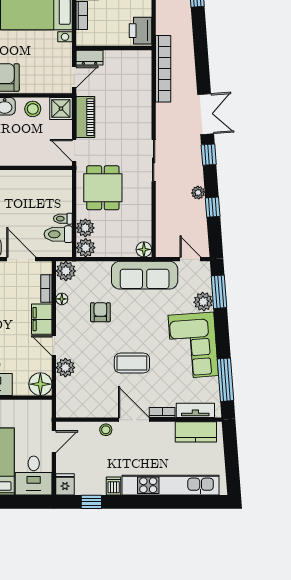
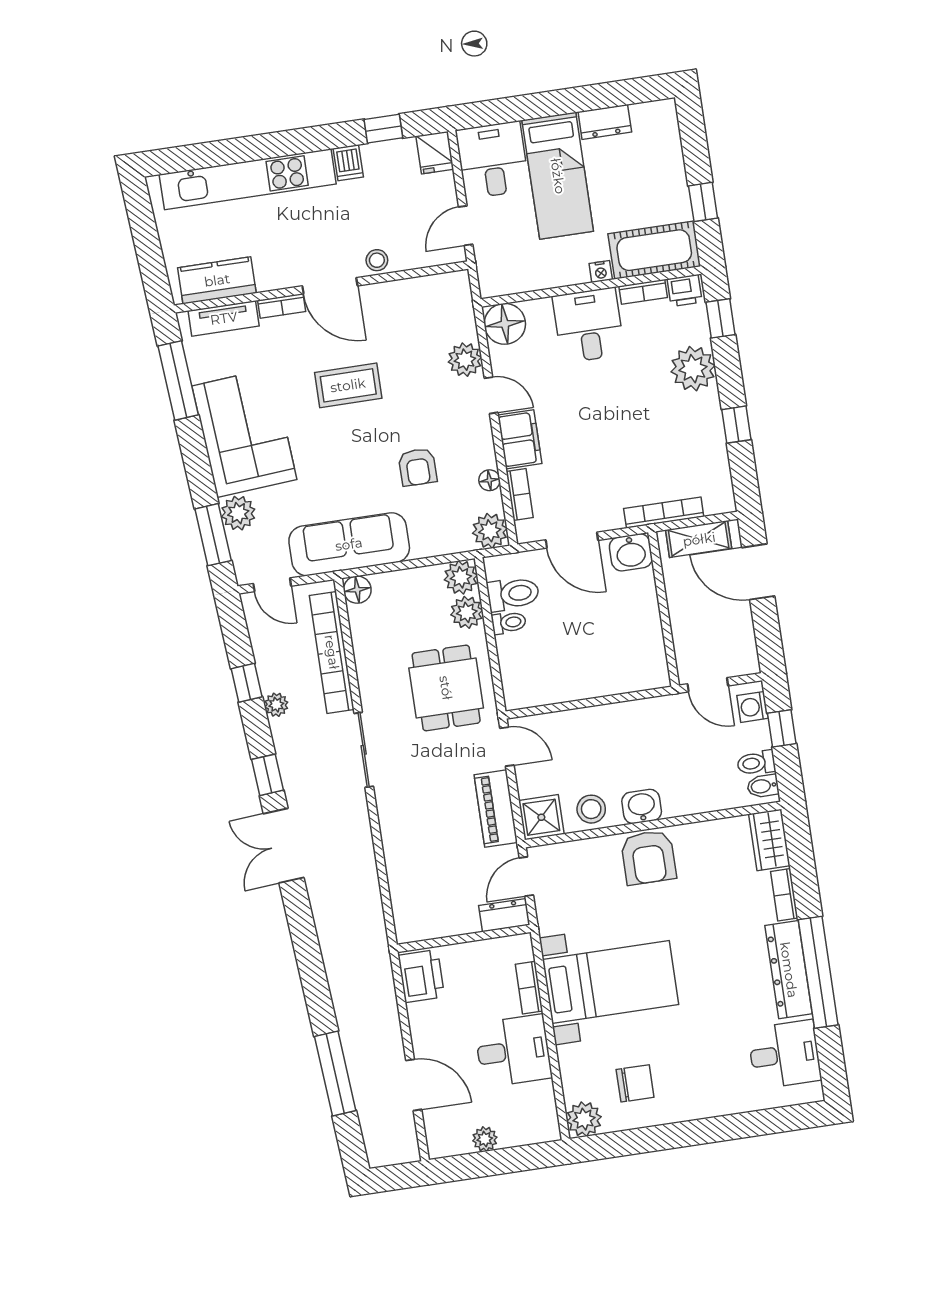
bookcase: (163, 69) -> (332, 652), moved

